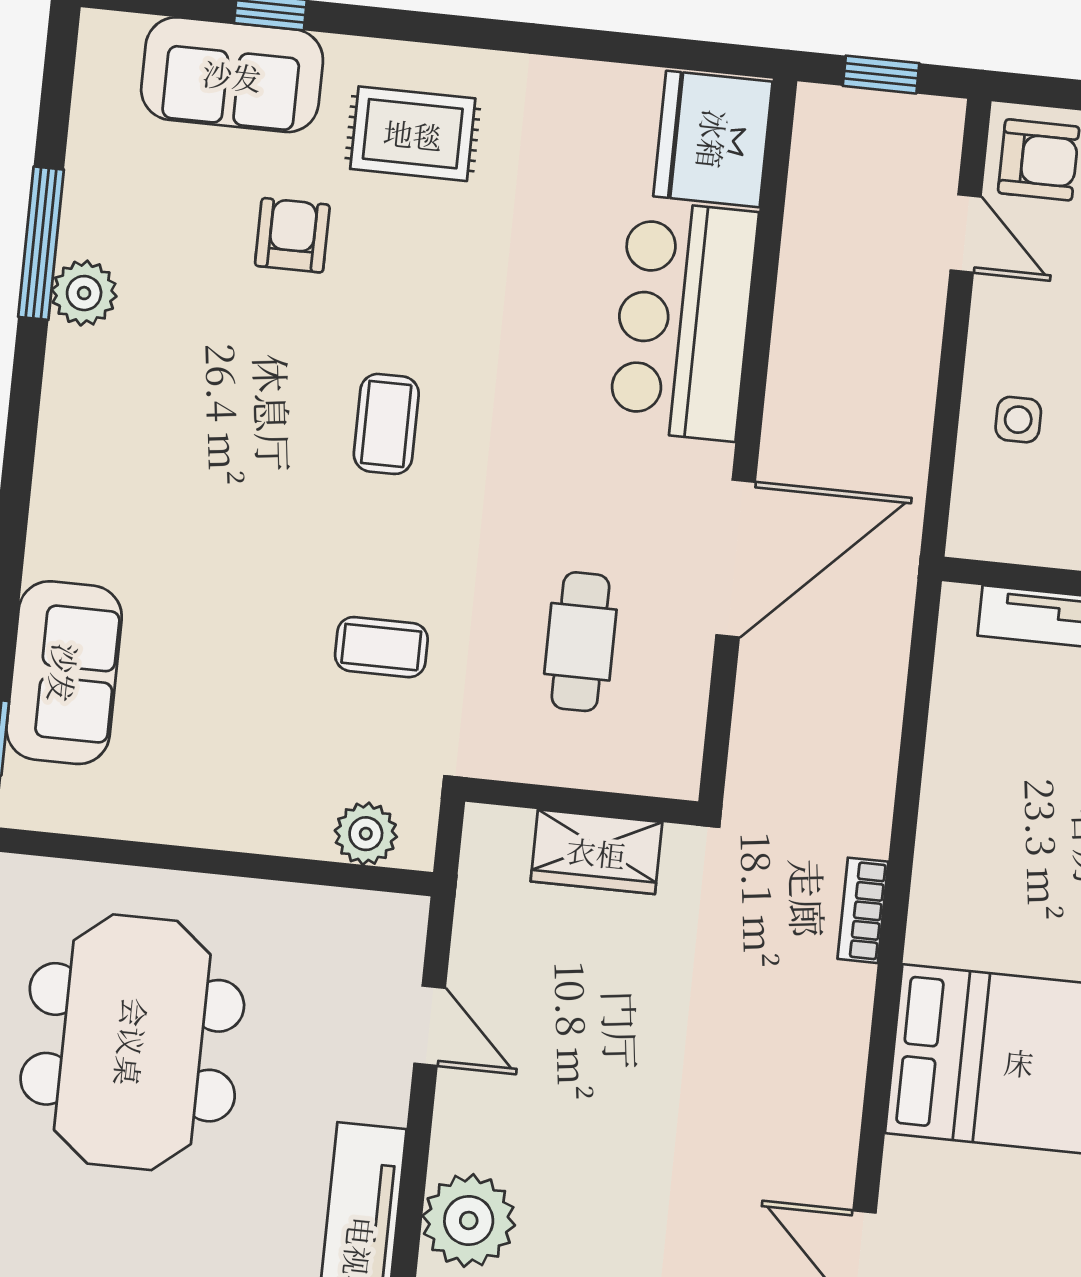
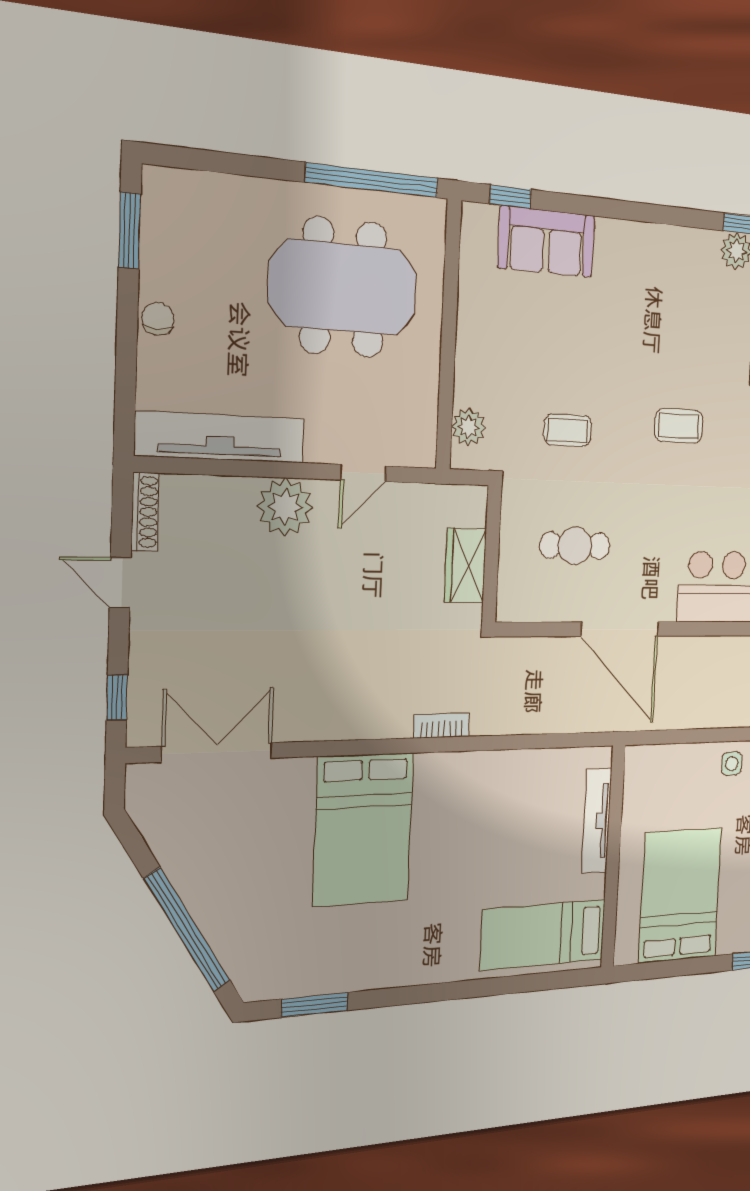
side table: (1018, 420) -> (732, 764), moved
coffee table: (381, 647) -> (568, 430), turned 90
plant: (469, 1220) -> (285, 507), moved

